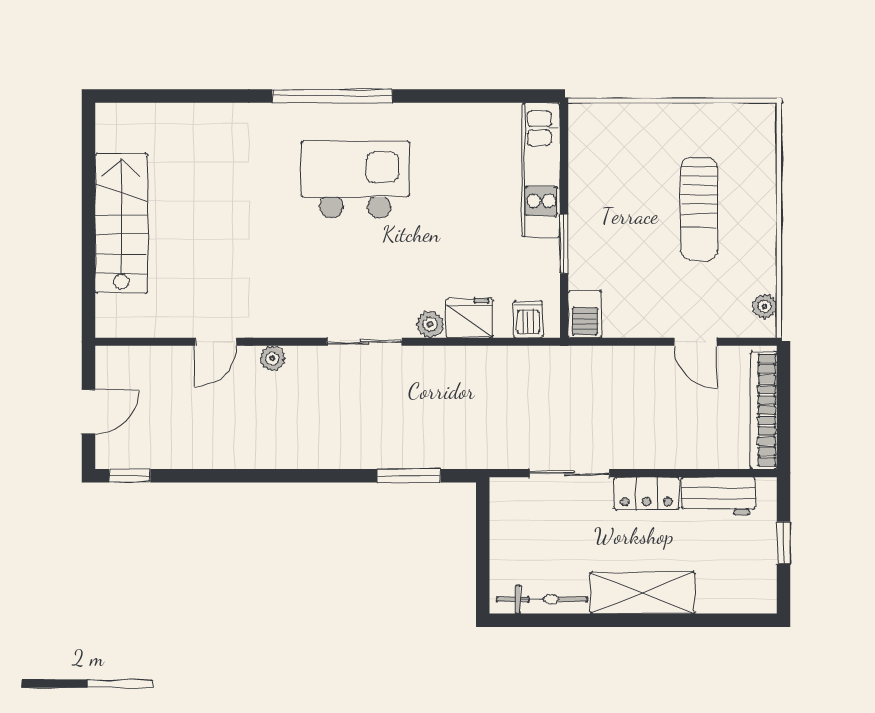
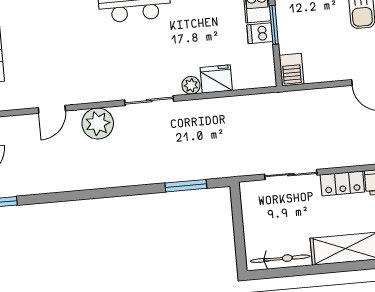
dishwasher: (528, 319) -> (260, 33), moved, turned -90
plant: (272, 358) -> (98, 124), width x1.88, depth x1.88

